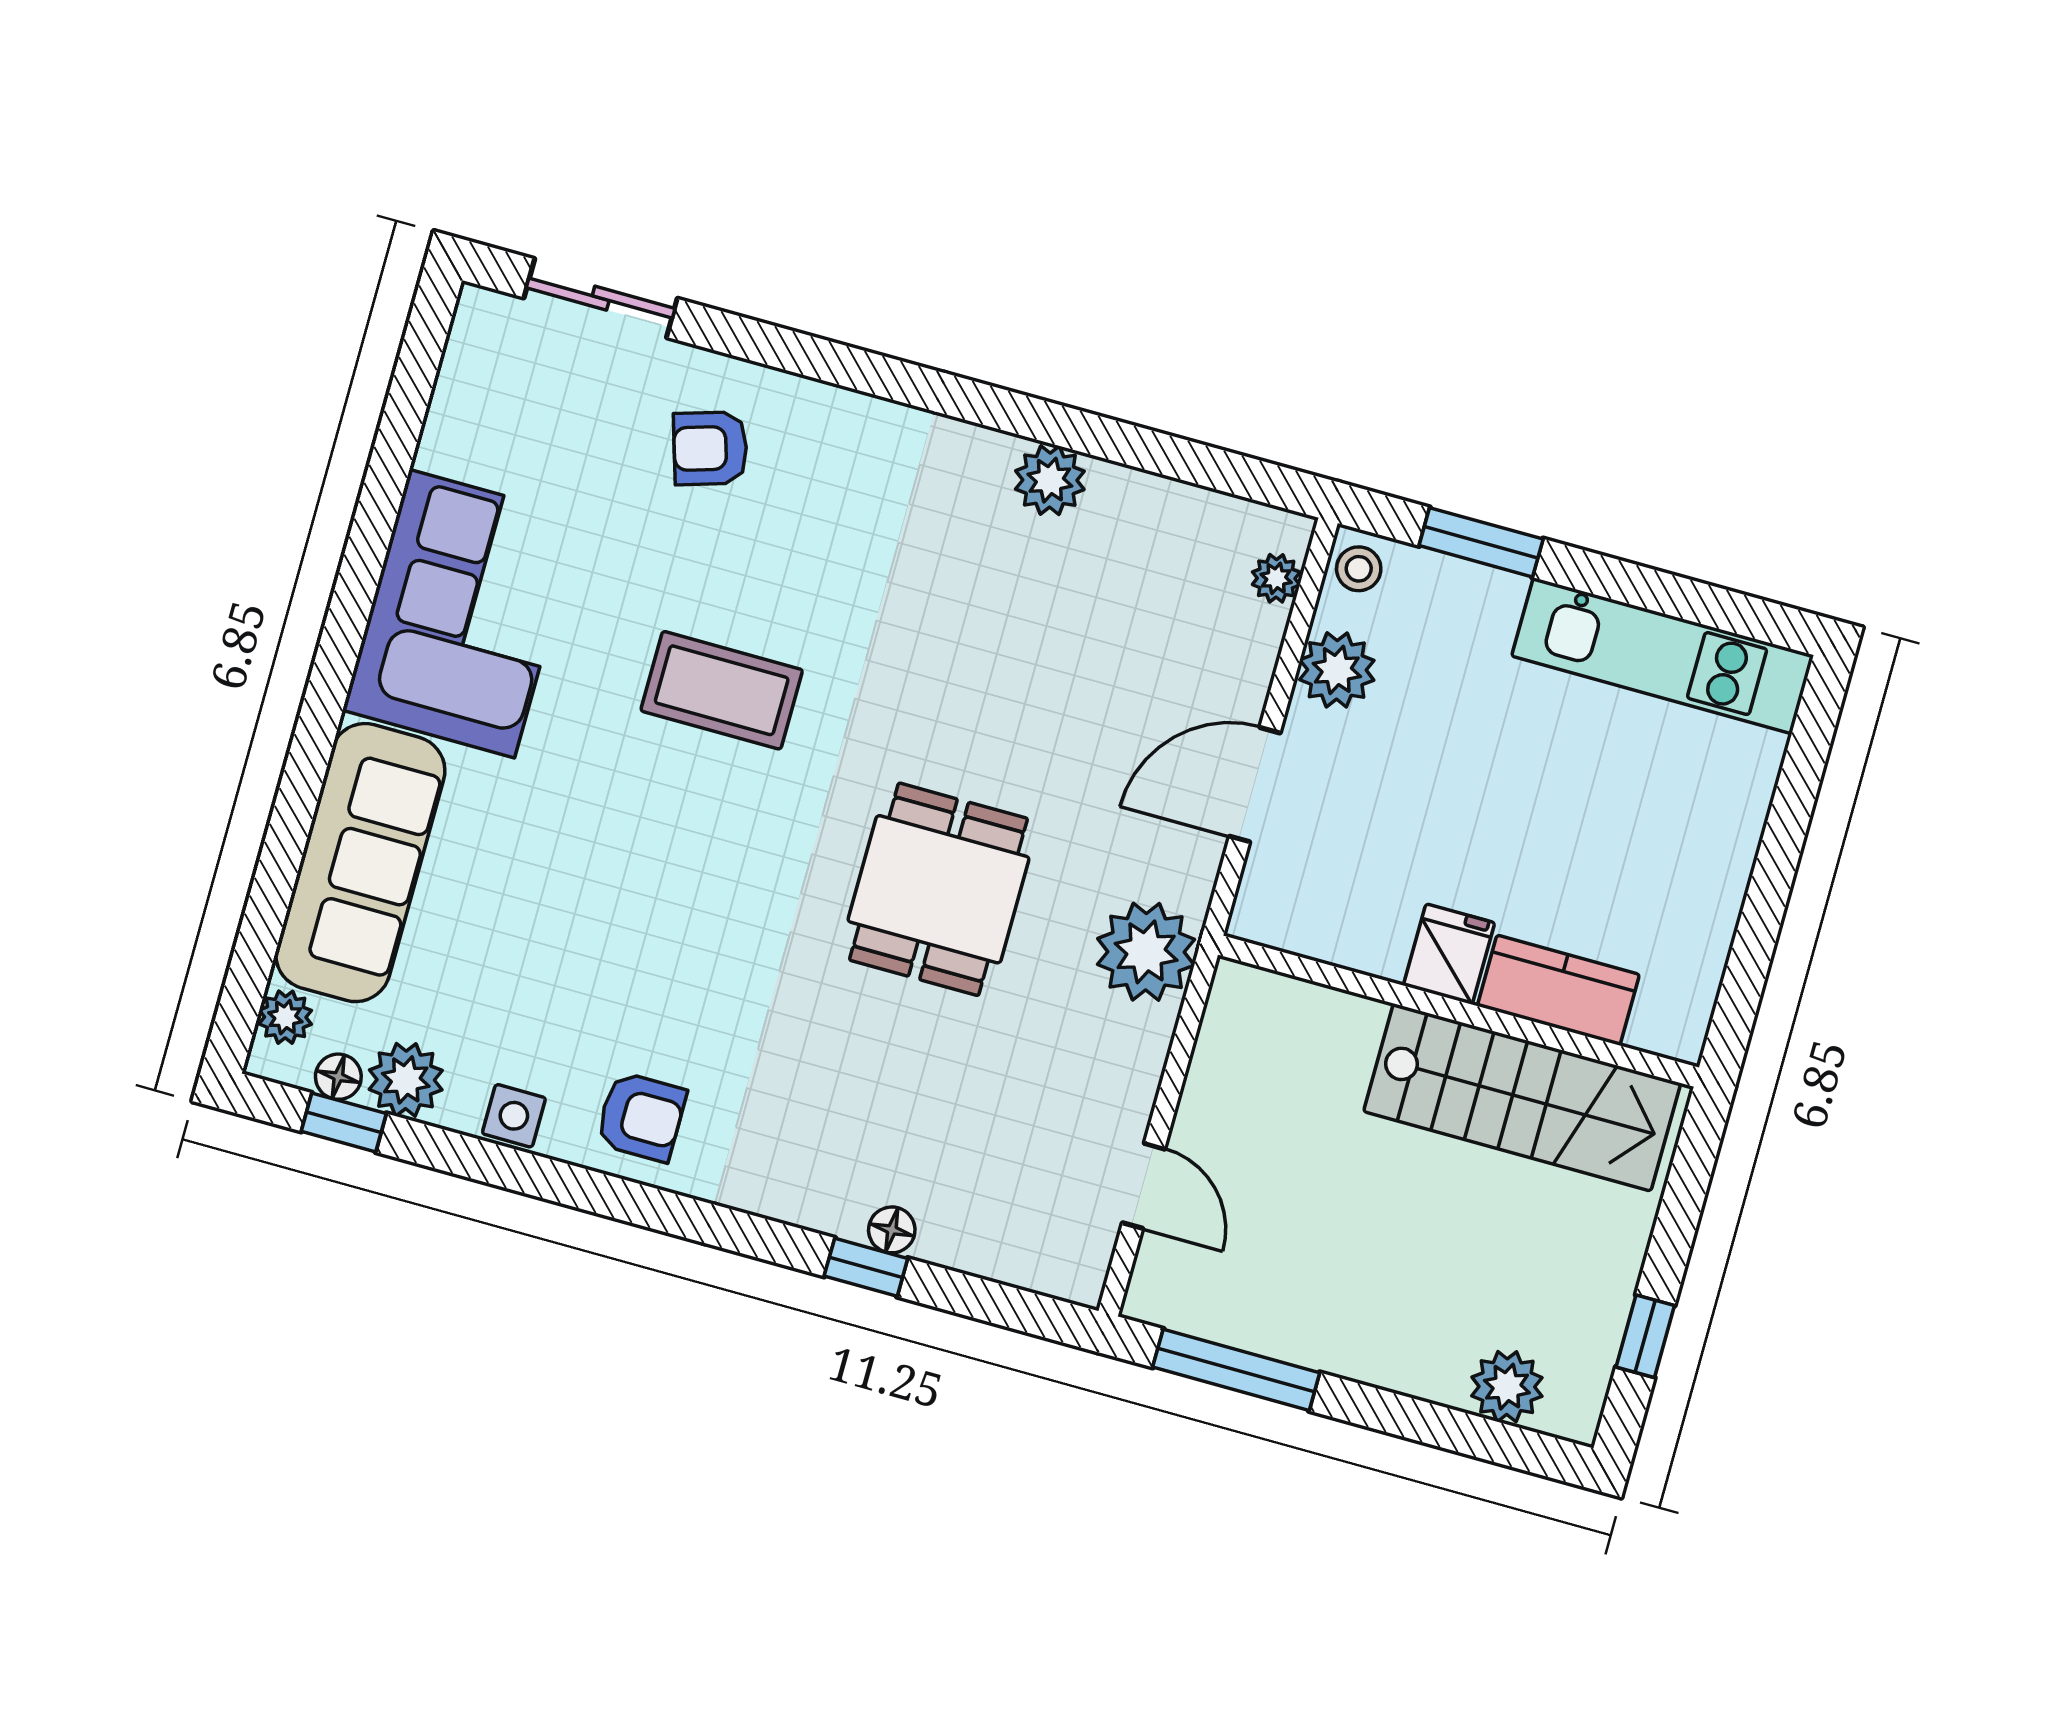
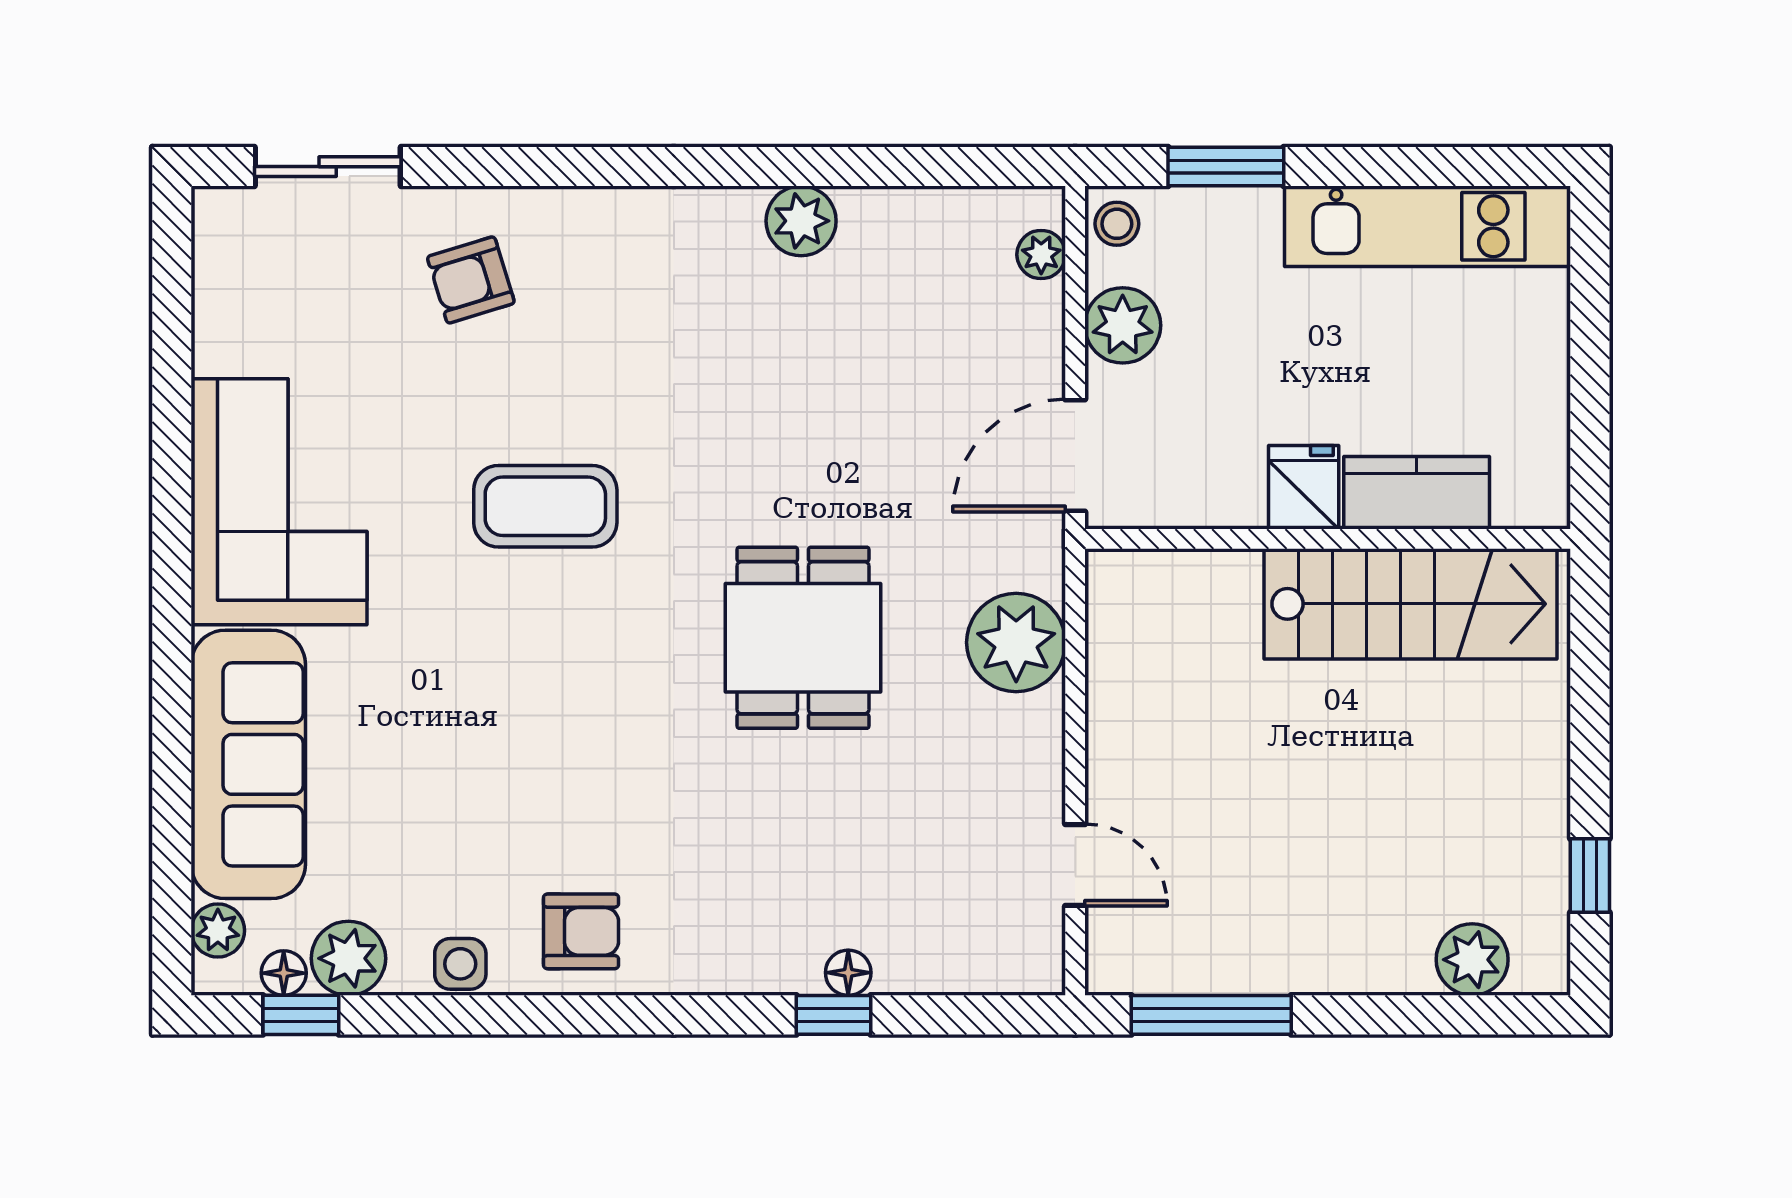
fridge: (1449, 954) -> (1304, 487), moved
kitchen counter: (1558, 990) -> (1417, 493), moved
wall: (1459, 1011) -> (1328, 539), moved
stairs: (1522, 1097) -> (1411, 604), moved

